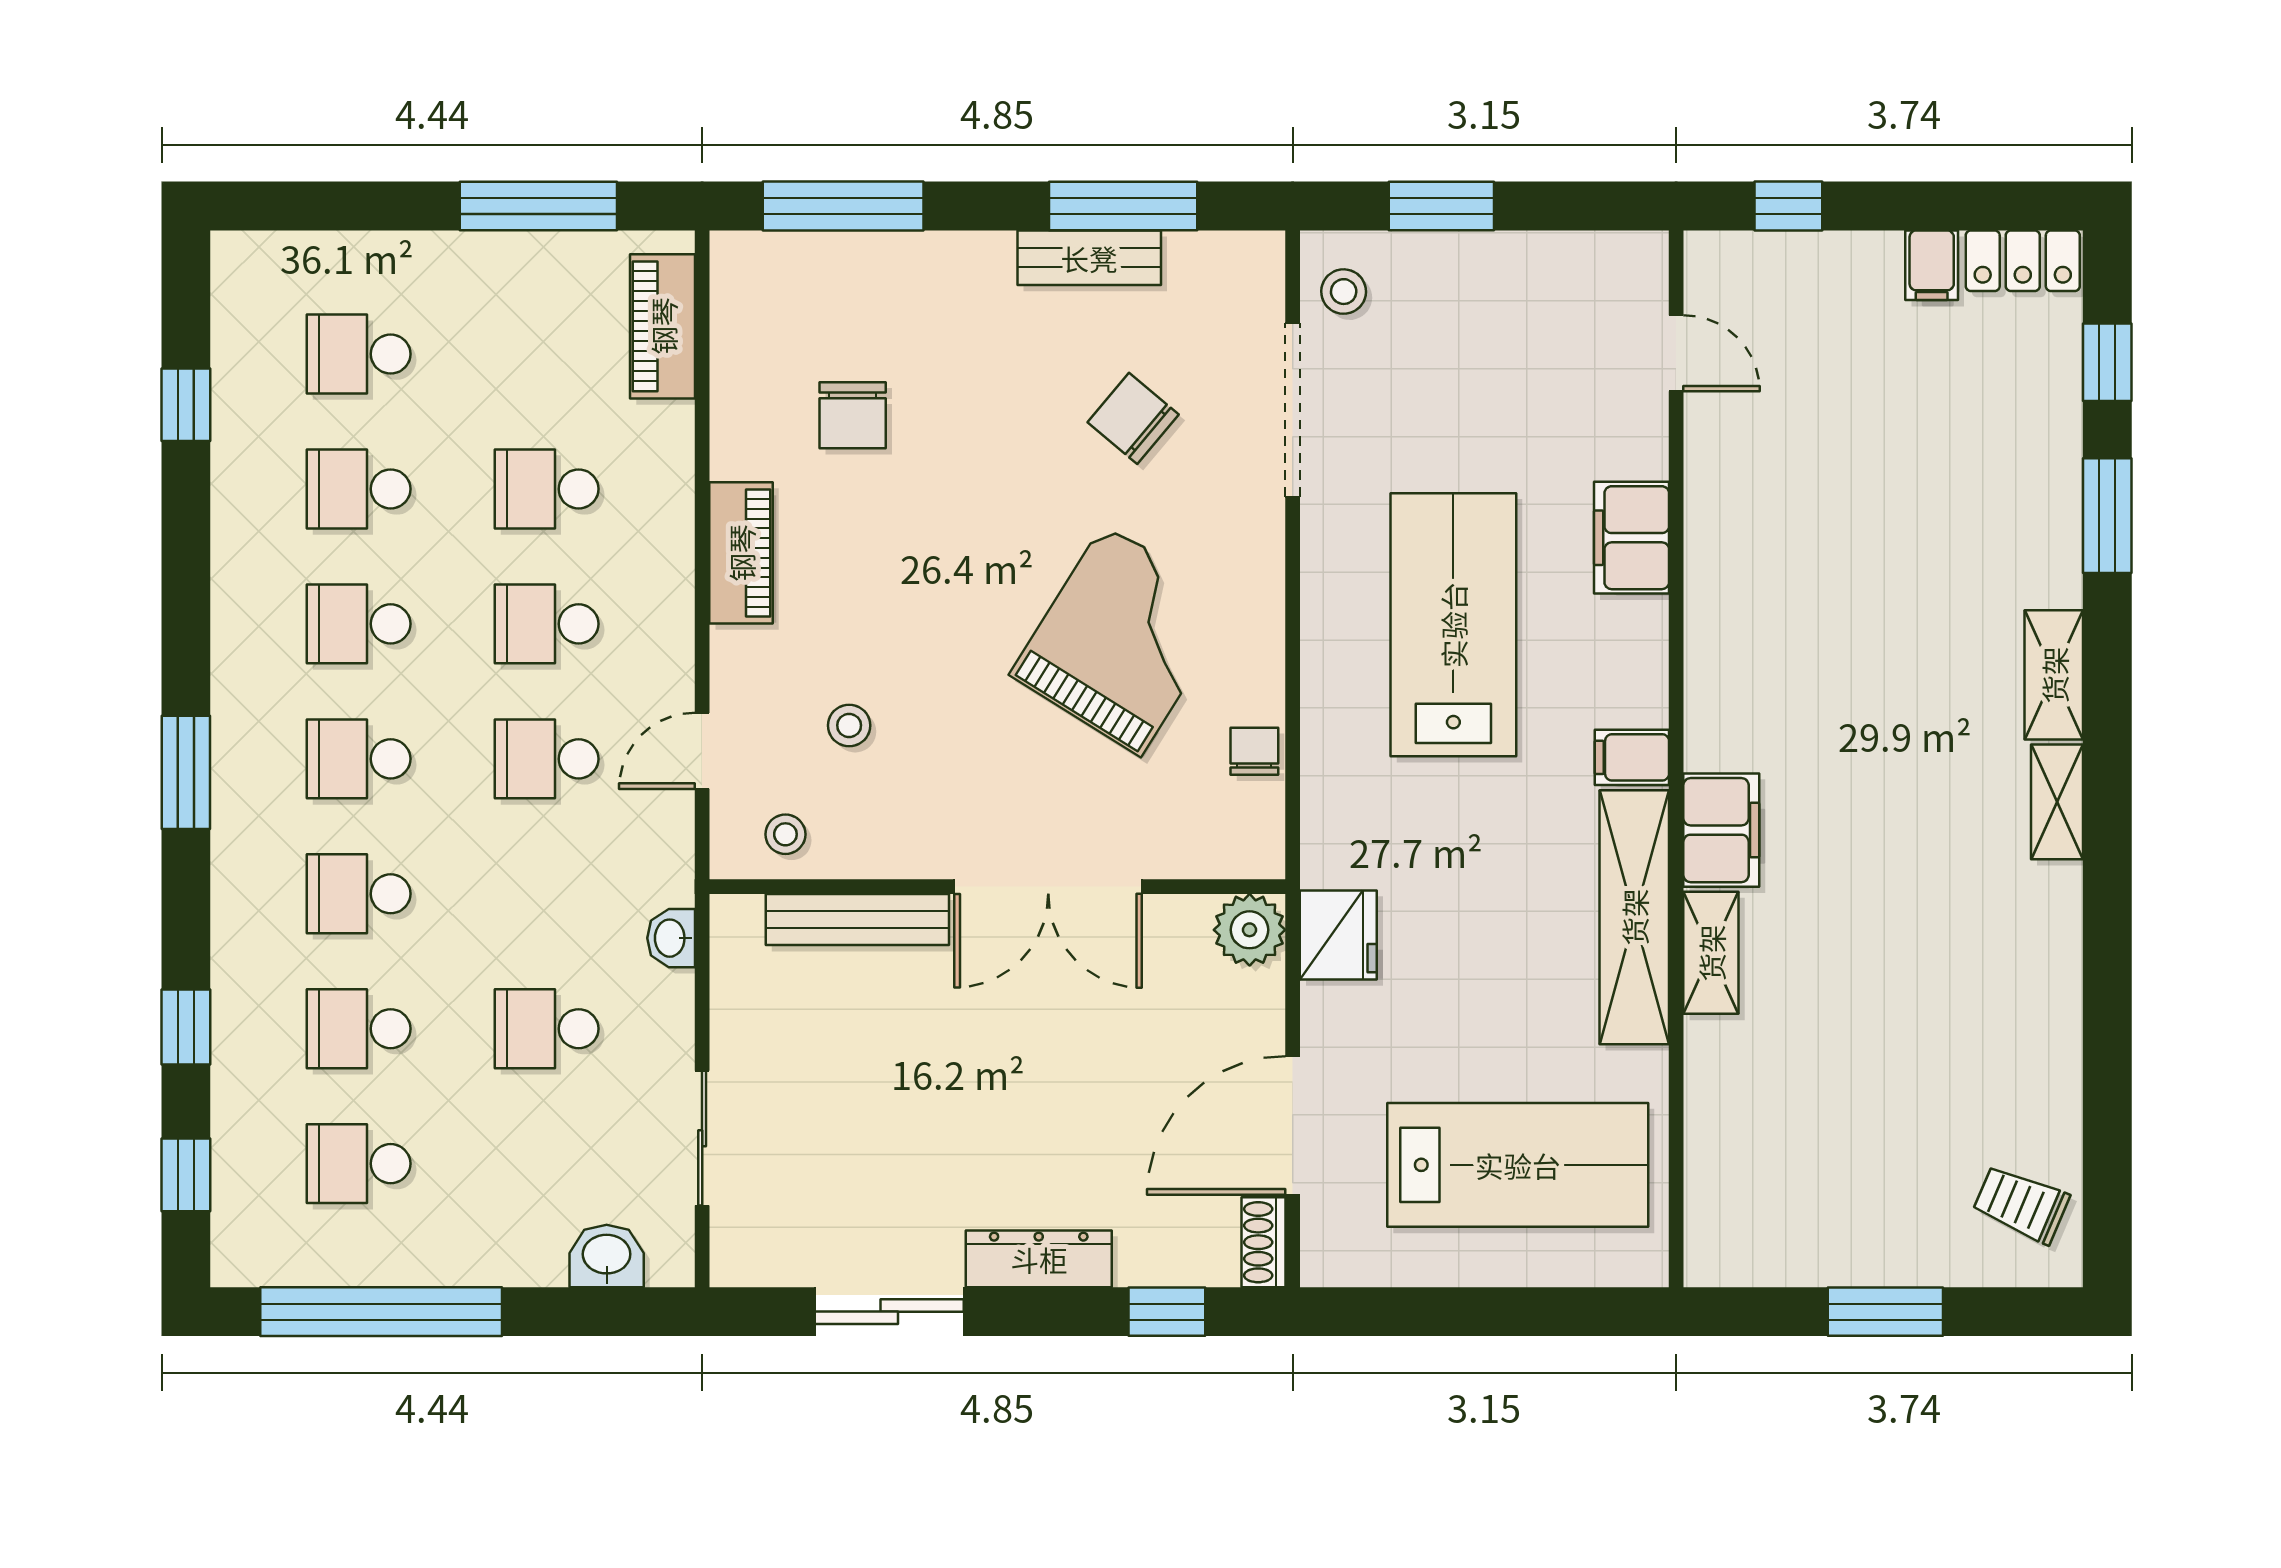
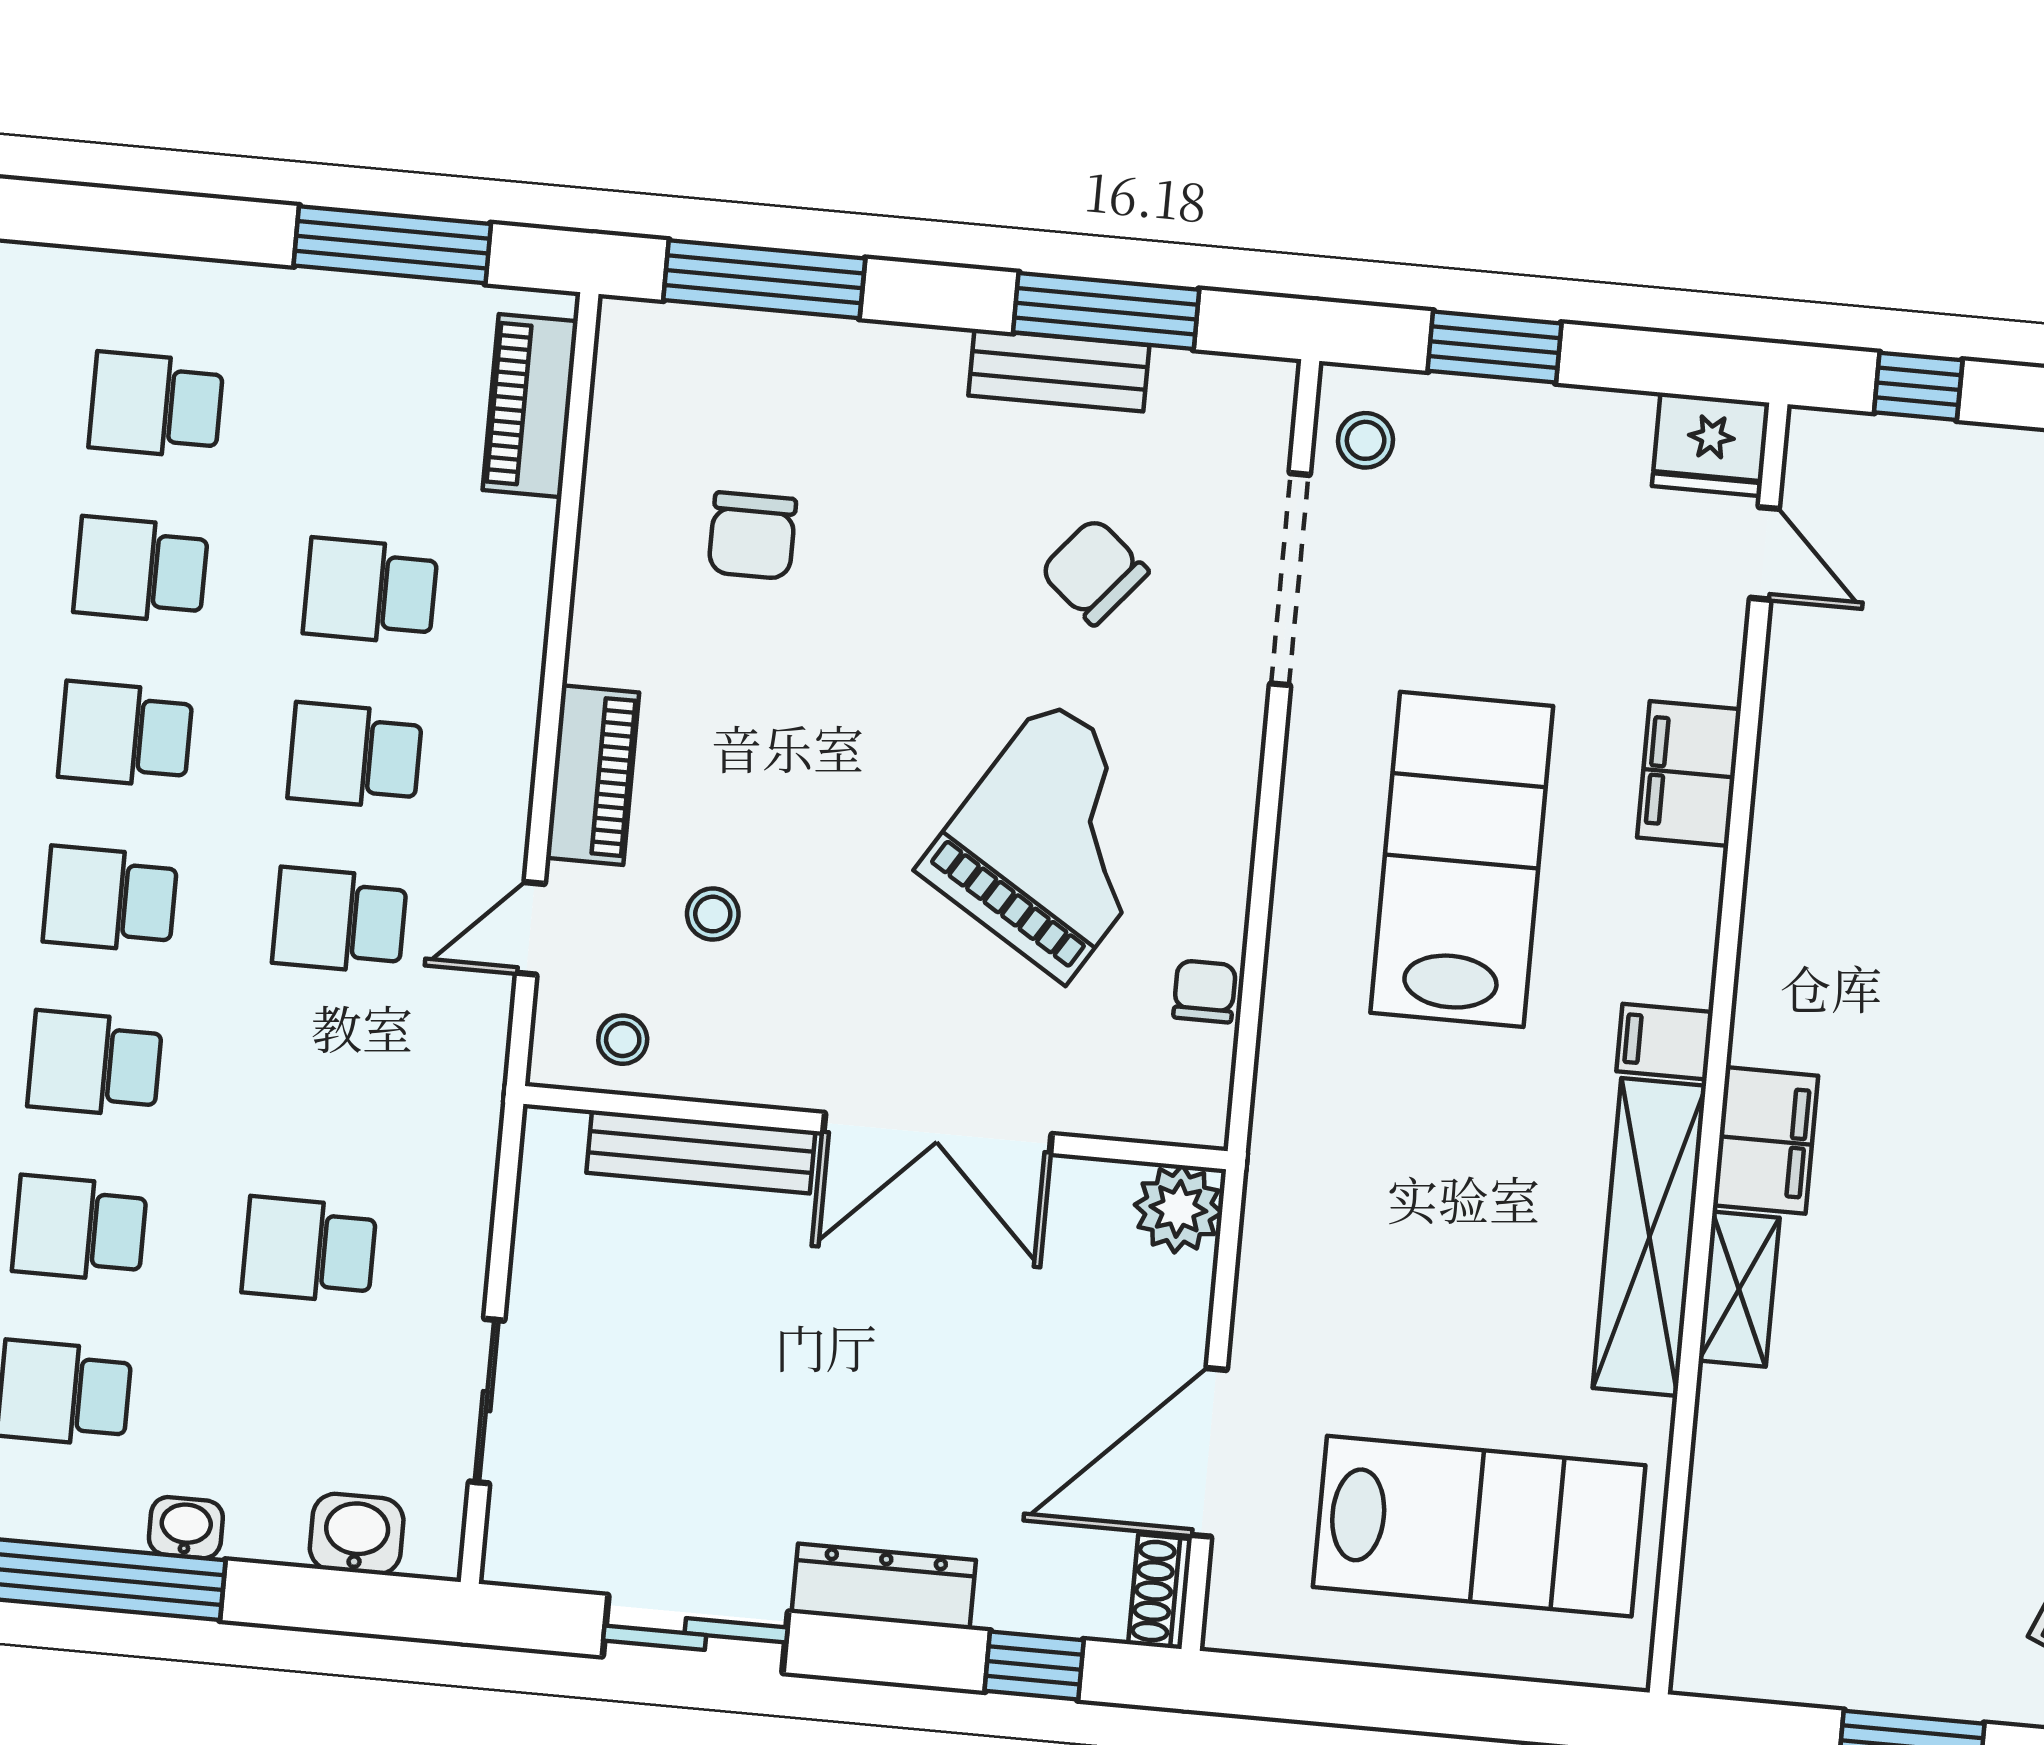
piano: (741, 553) -> (593, 775), moved
fridge: (1338, 935) -> (1711, 444), moved, turned 90
washbasin: (671, 938) -> (186, 1528), moved, turned 90

